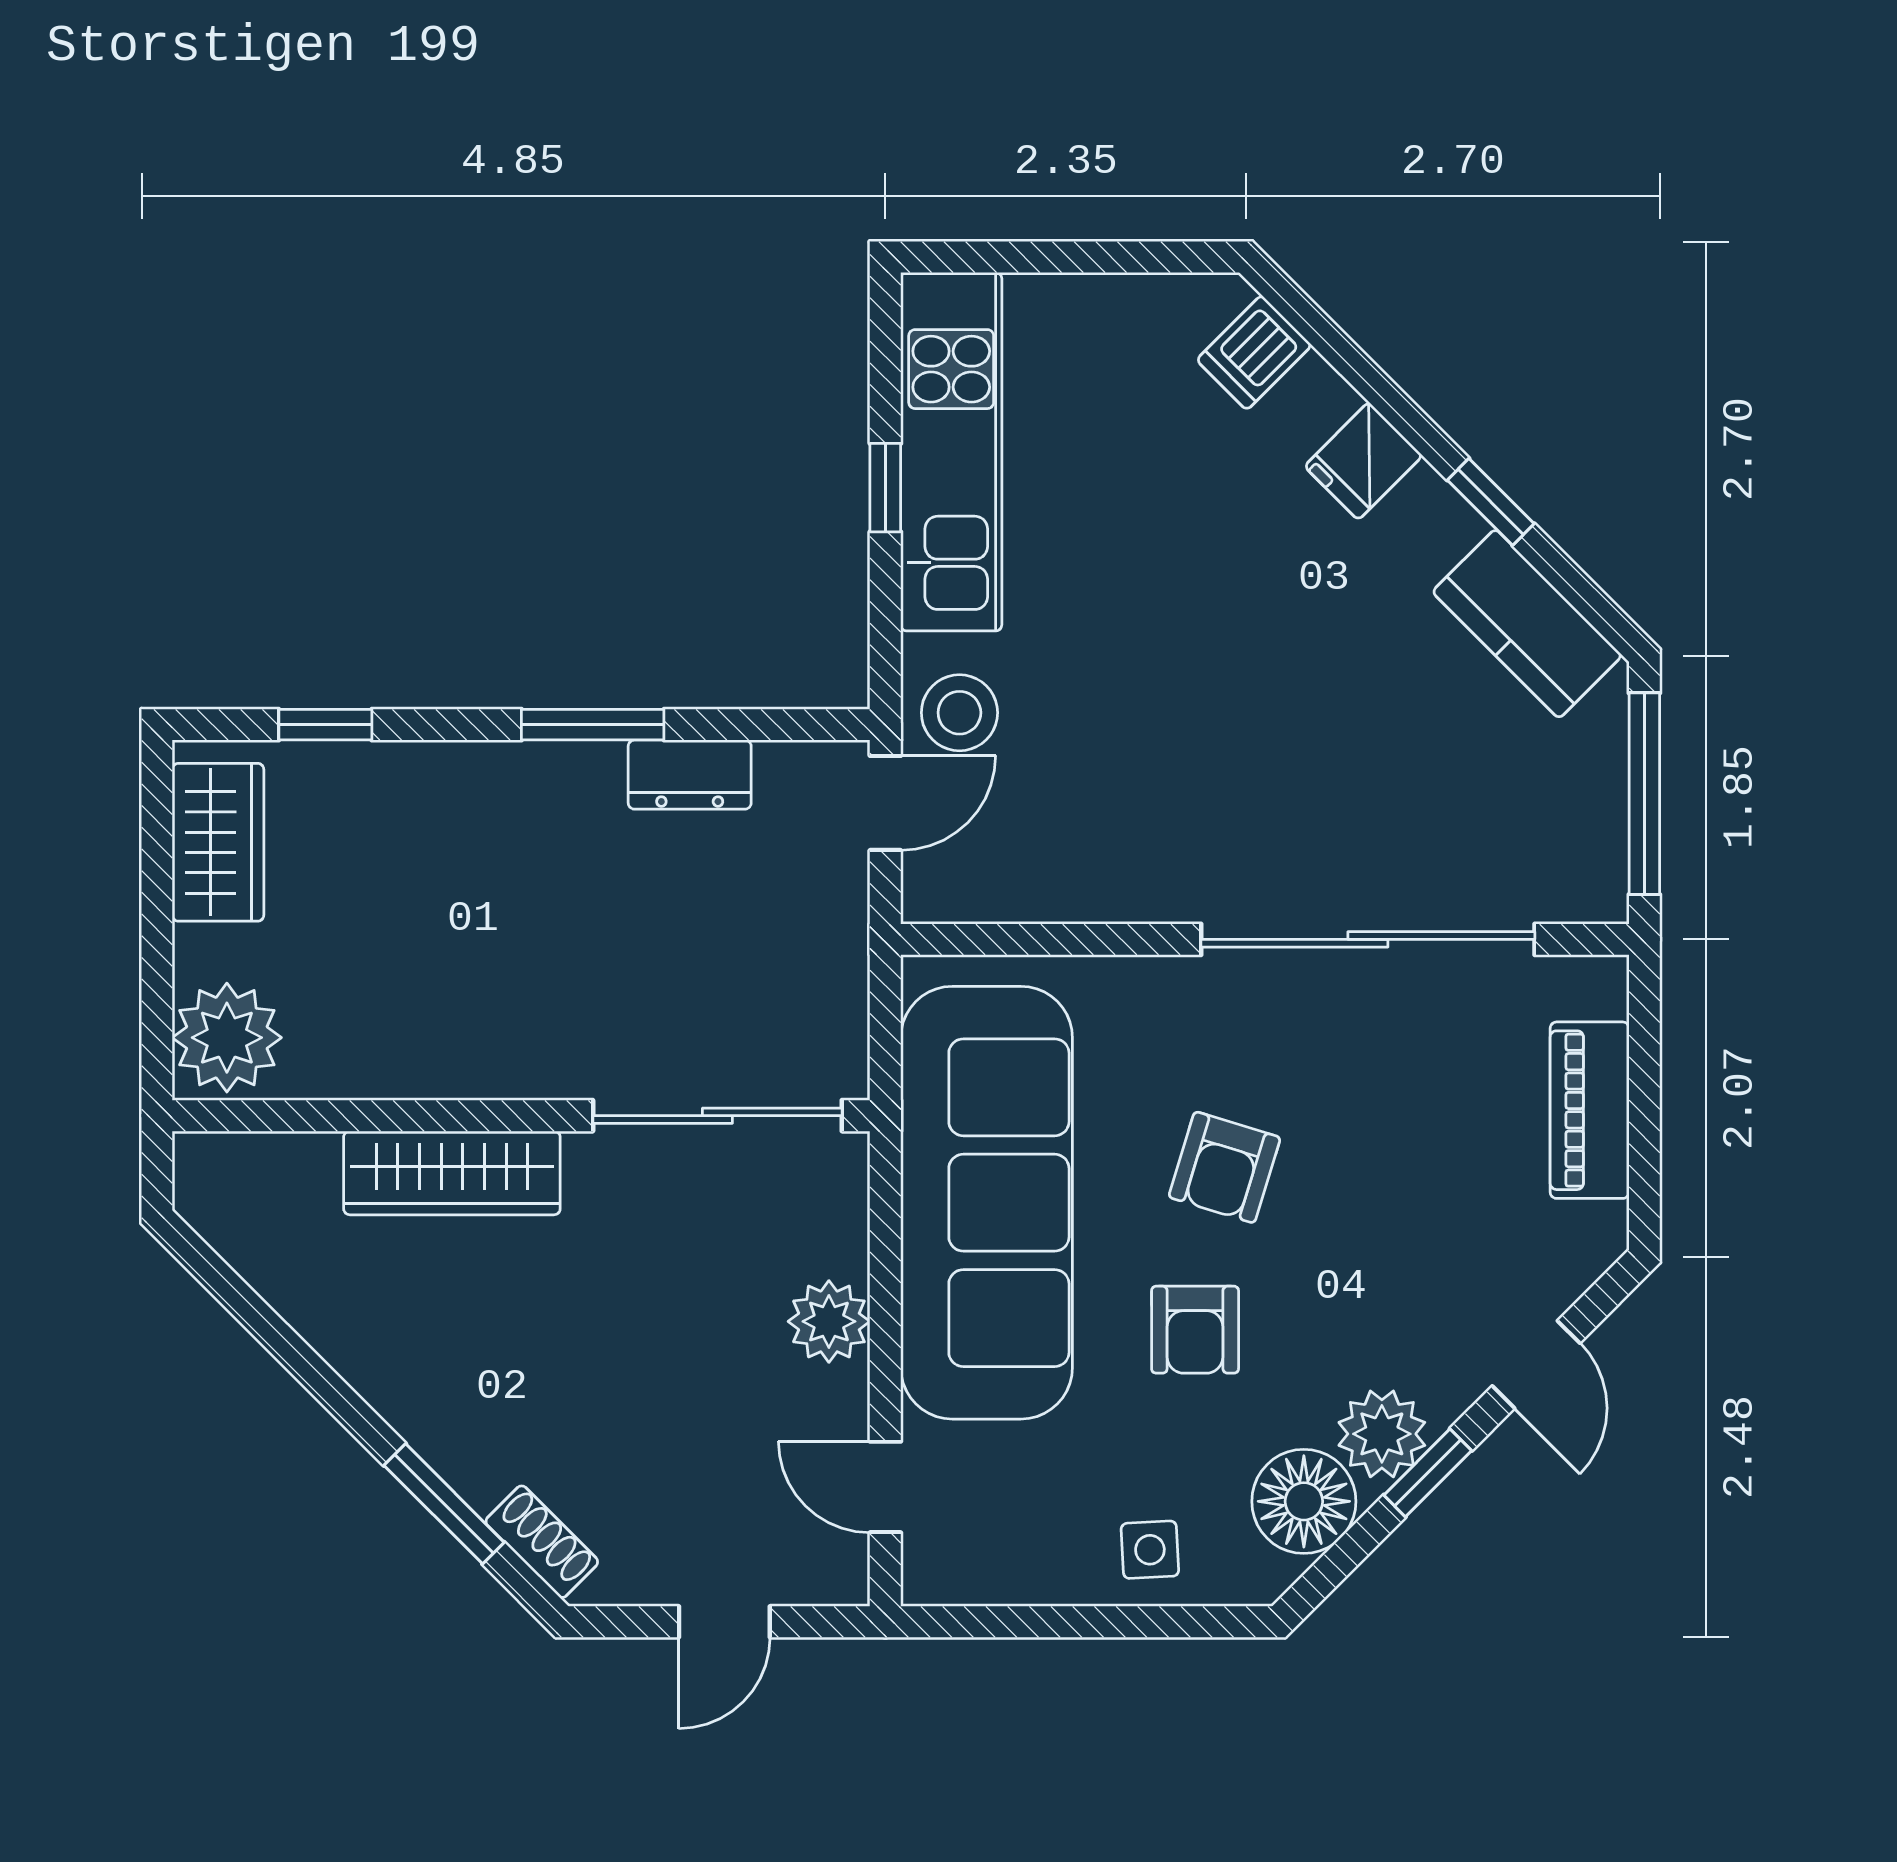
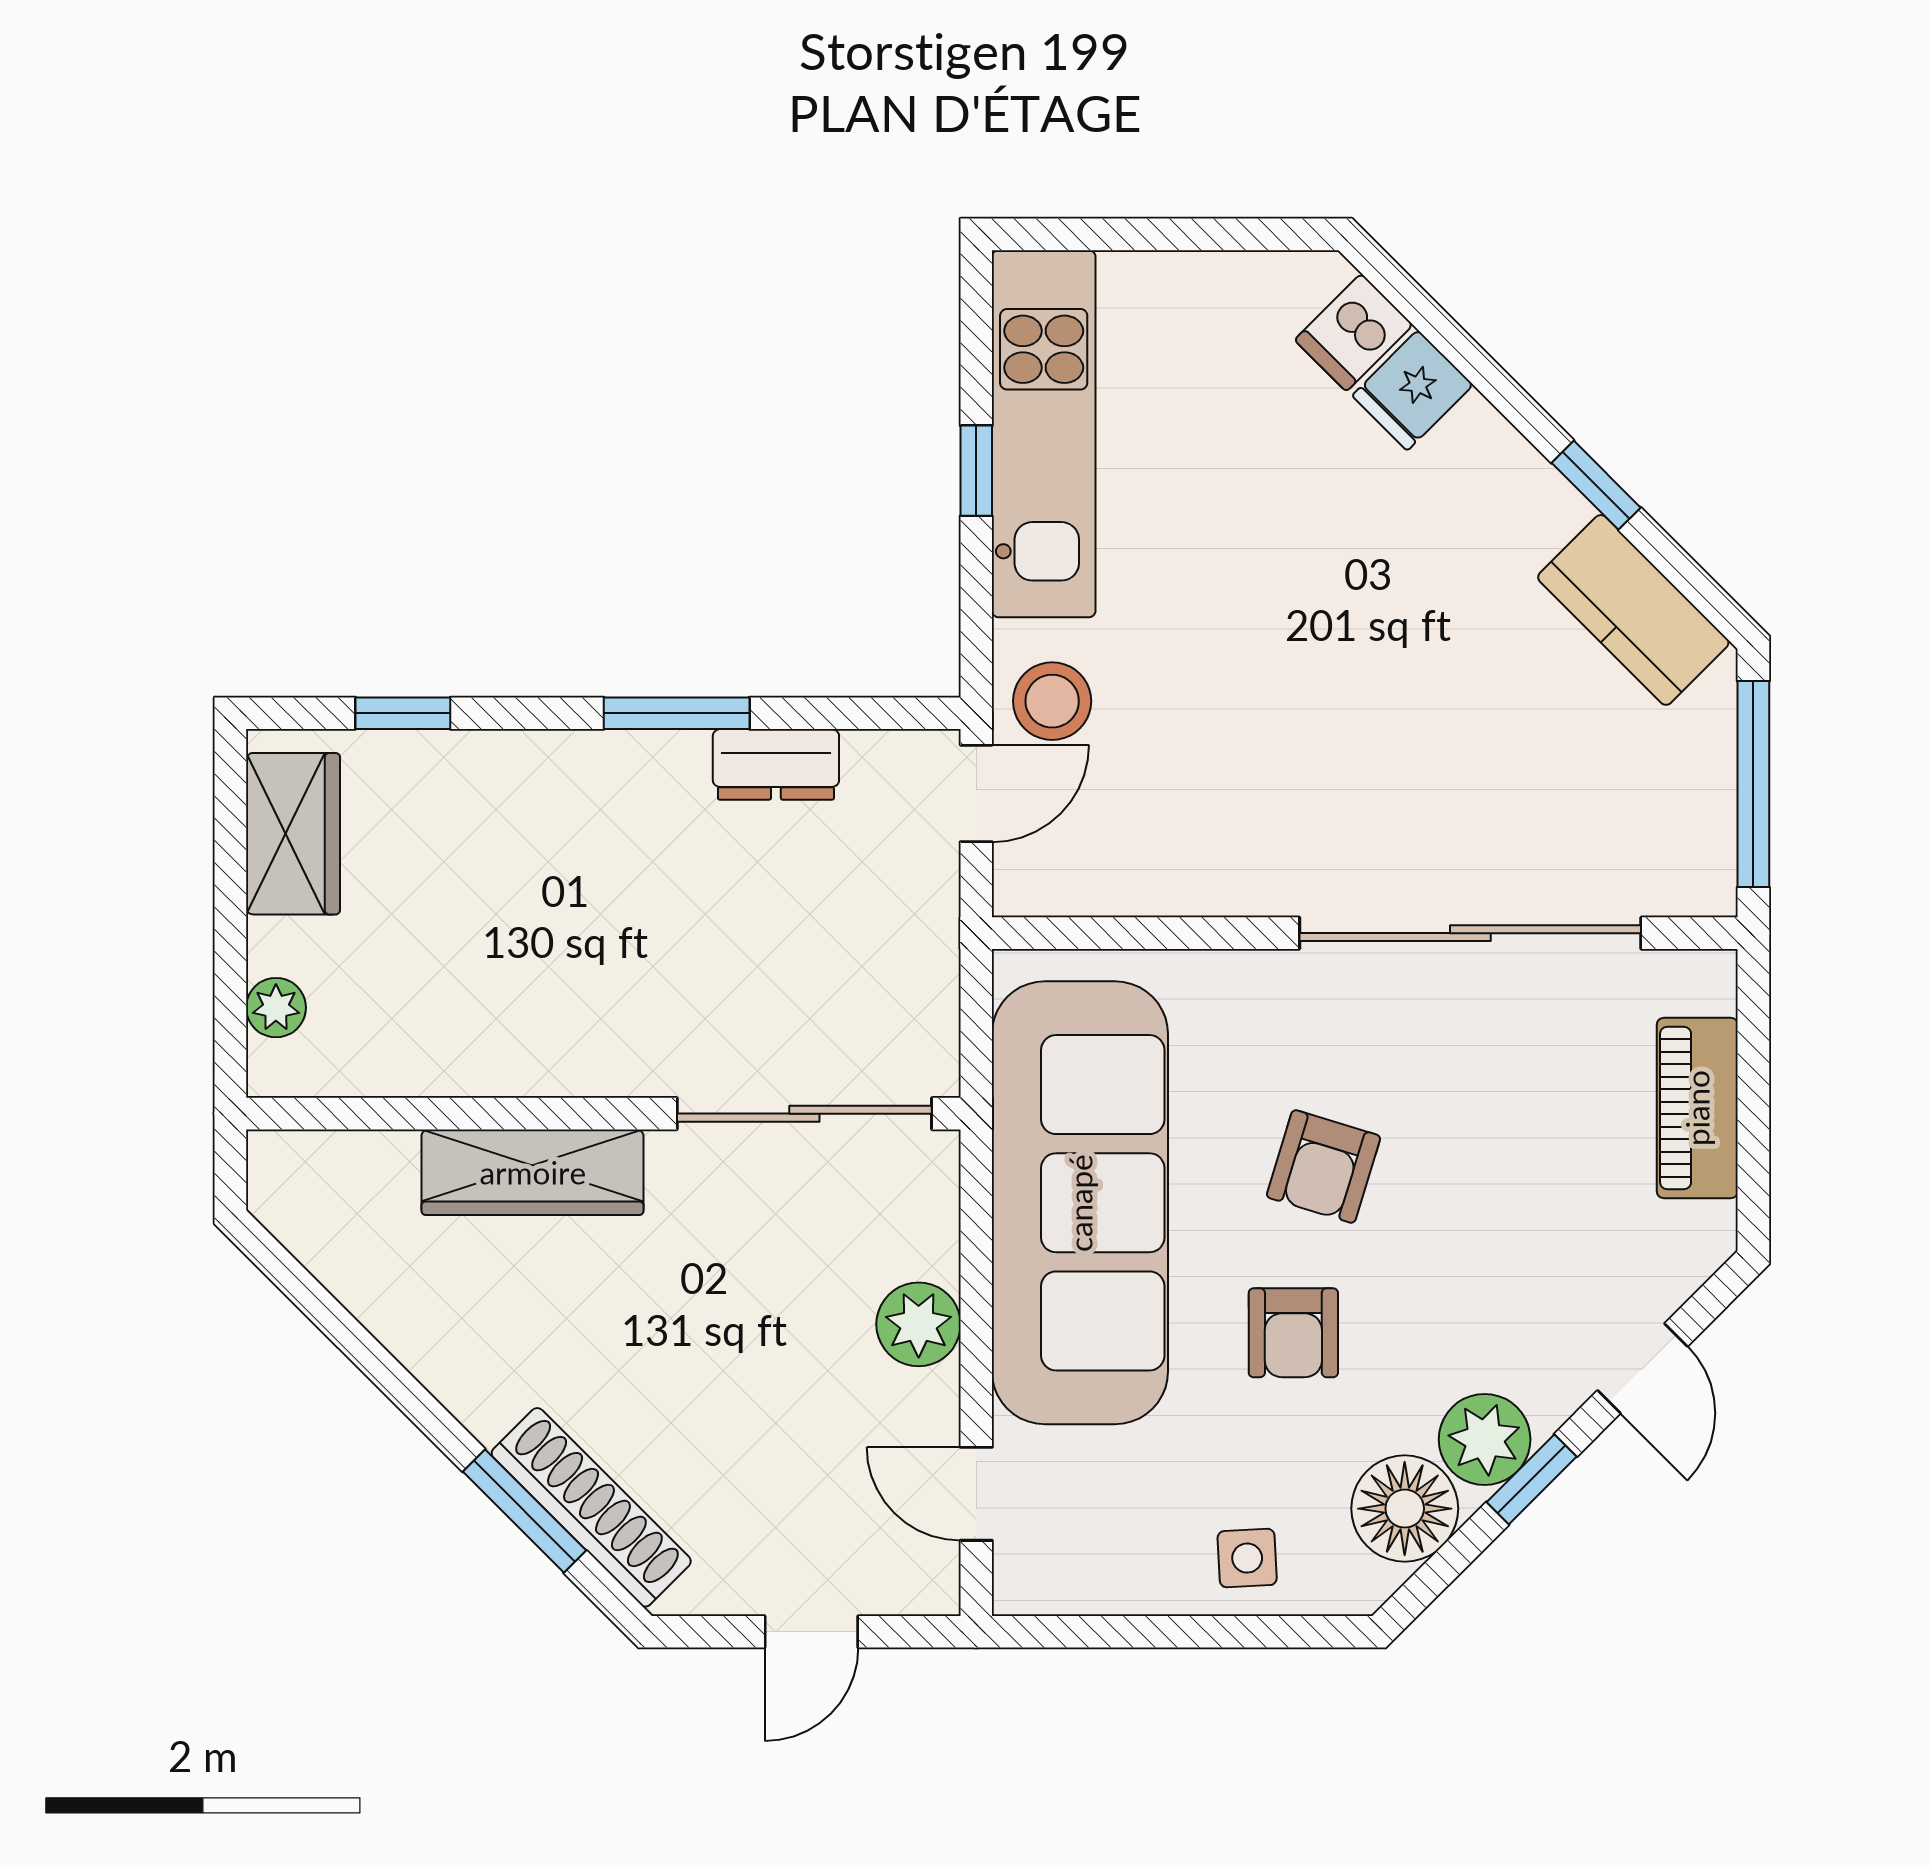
fridge: (1363, 461) -> (1413, 390), moved
plant: (227, 1038) -> (276, 1008), width x0.53, depth x0.53
shoe rack: (542, 1542) -> (591, 1507), width x1.94, depth x1.24

